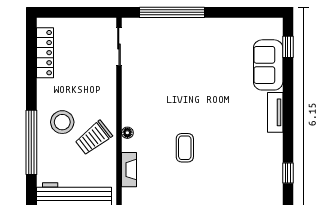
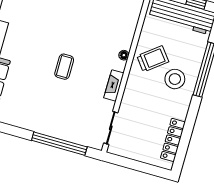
coffee table: (185, 148) -> (64, 67), moved
fireplace: (129, 170) -> (114, 85), moved

